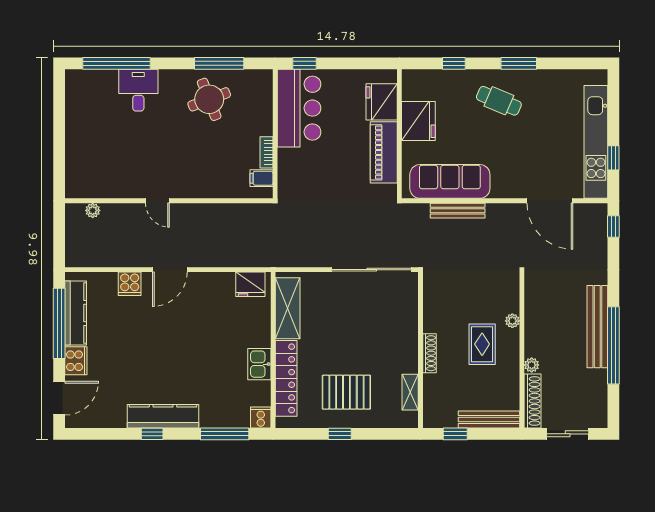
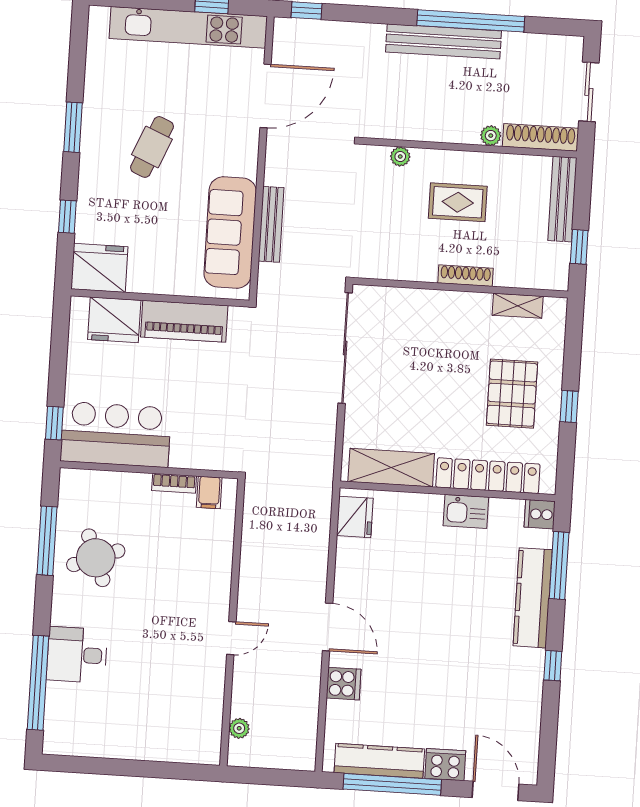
cafe table: (499, 101) -> (152, 147), moved
fridge: (418, 121) -> (99, 268), moved
plant: (512, 321) -> (400, 157), moved
kitchen counter: (163, 416) -> (533, 598), moved

